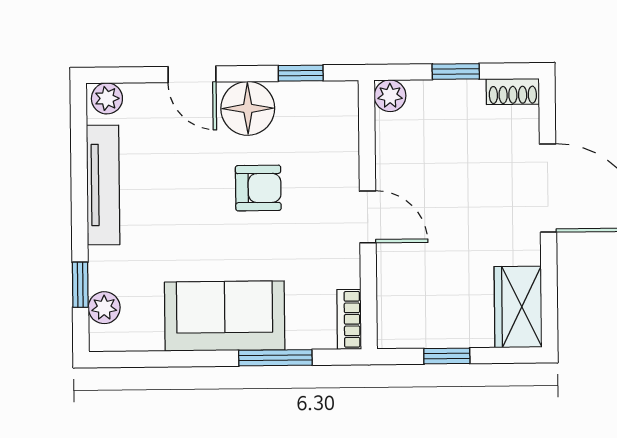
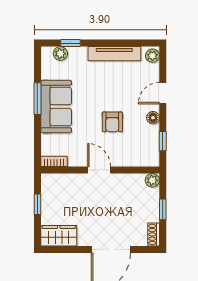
floor lamp: (248, 108) -> (153, 118), width x0.53, depth x0.53
door: (368, 217) -> (99, 170), swing flipped
window: (275, 358) -> (37, 99), moved

